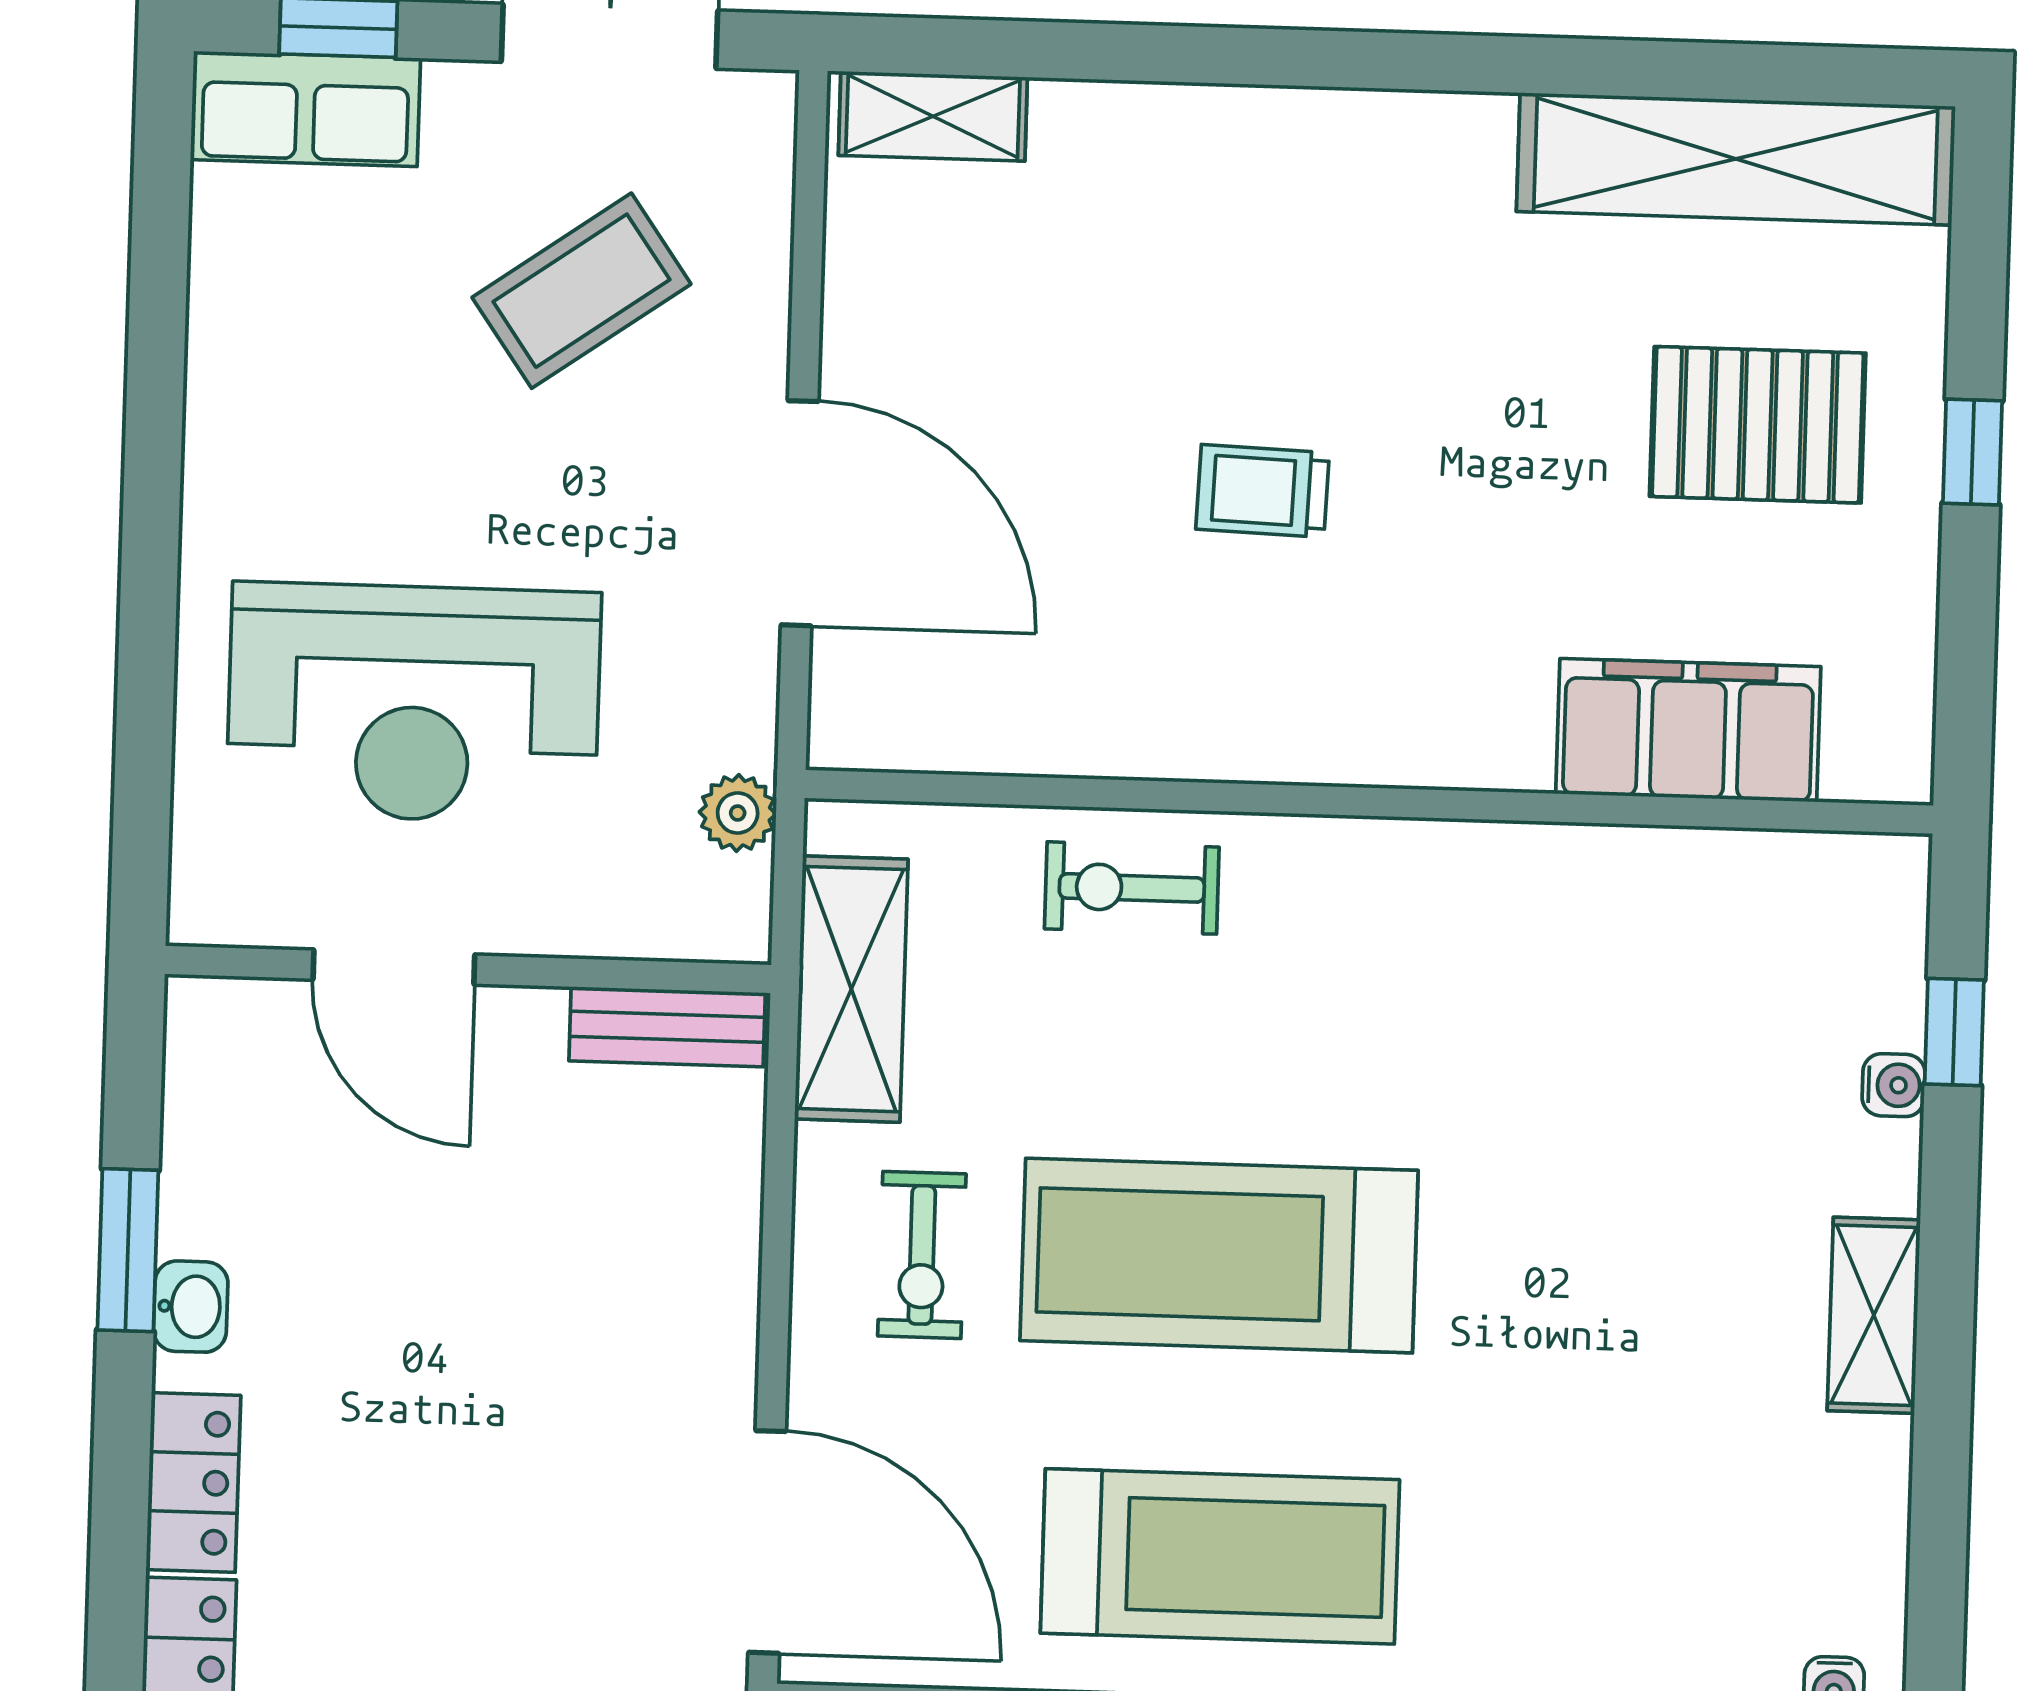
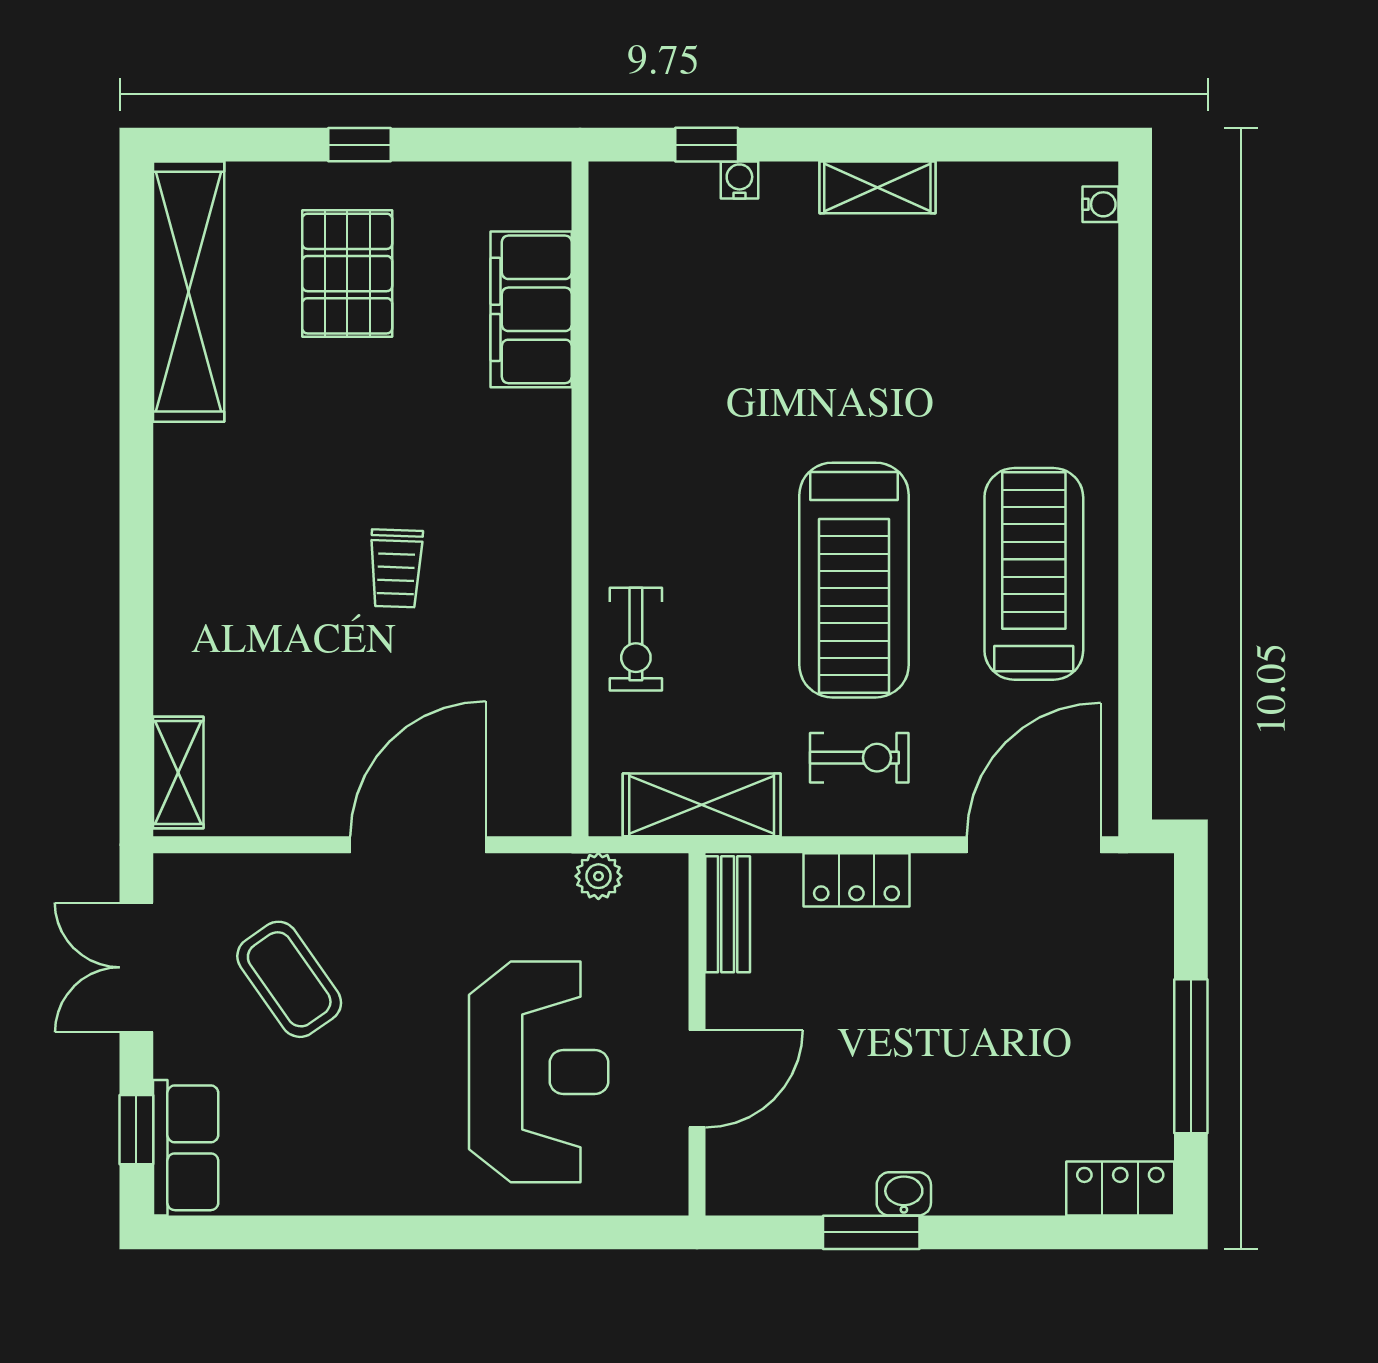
locker: (193, 1483) -> (856, 880), moved, turned 180

